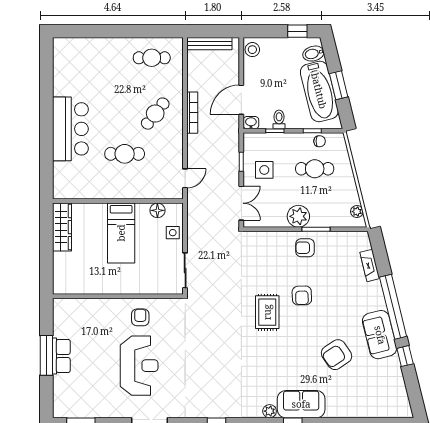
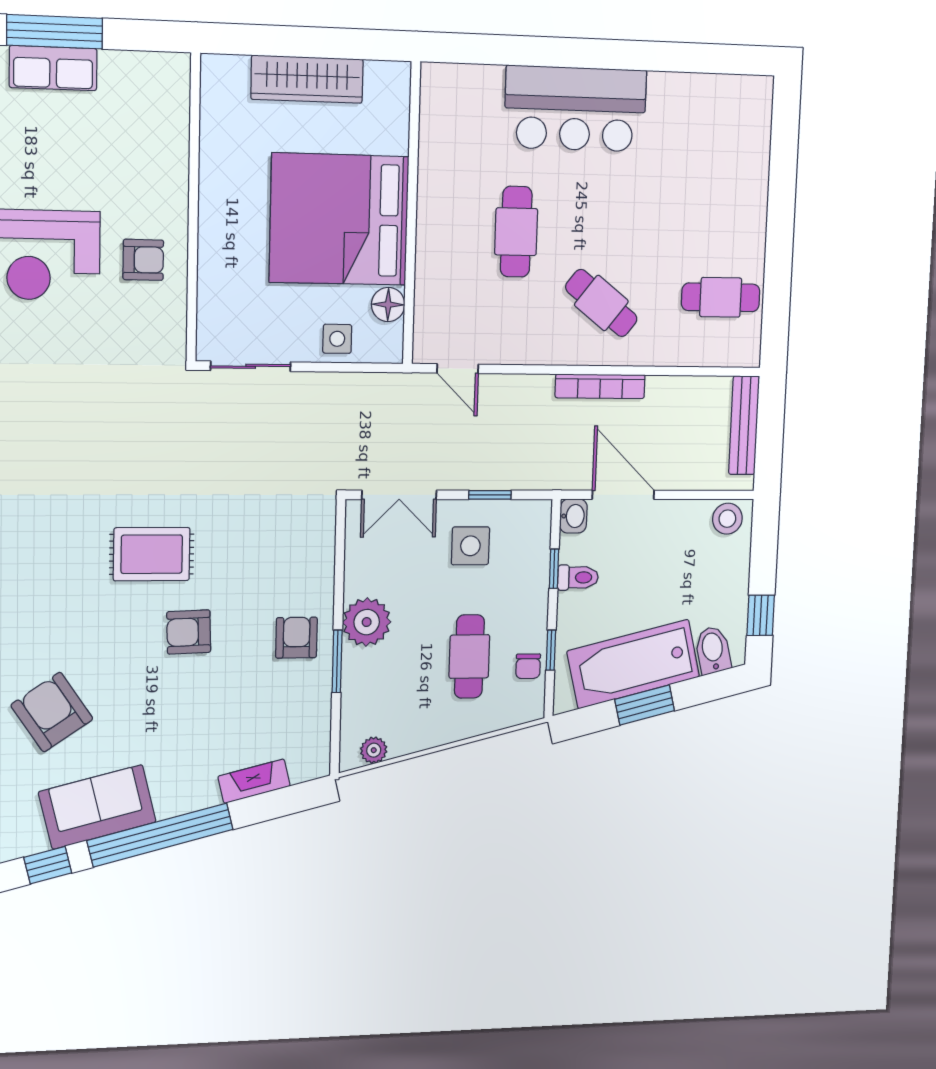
cafe table: (152, 58) -> (721, 297), turned 90
wardrobe: (62, 227) -> (307, 79), moved
bed: (121, 233) -> (339, 219), width x2.04

